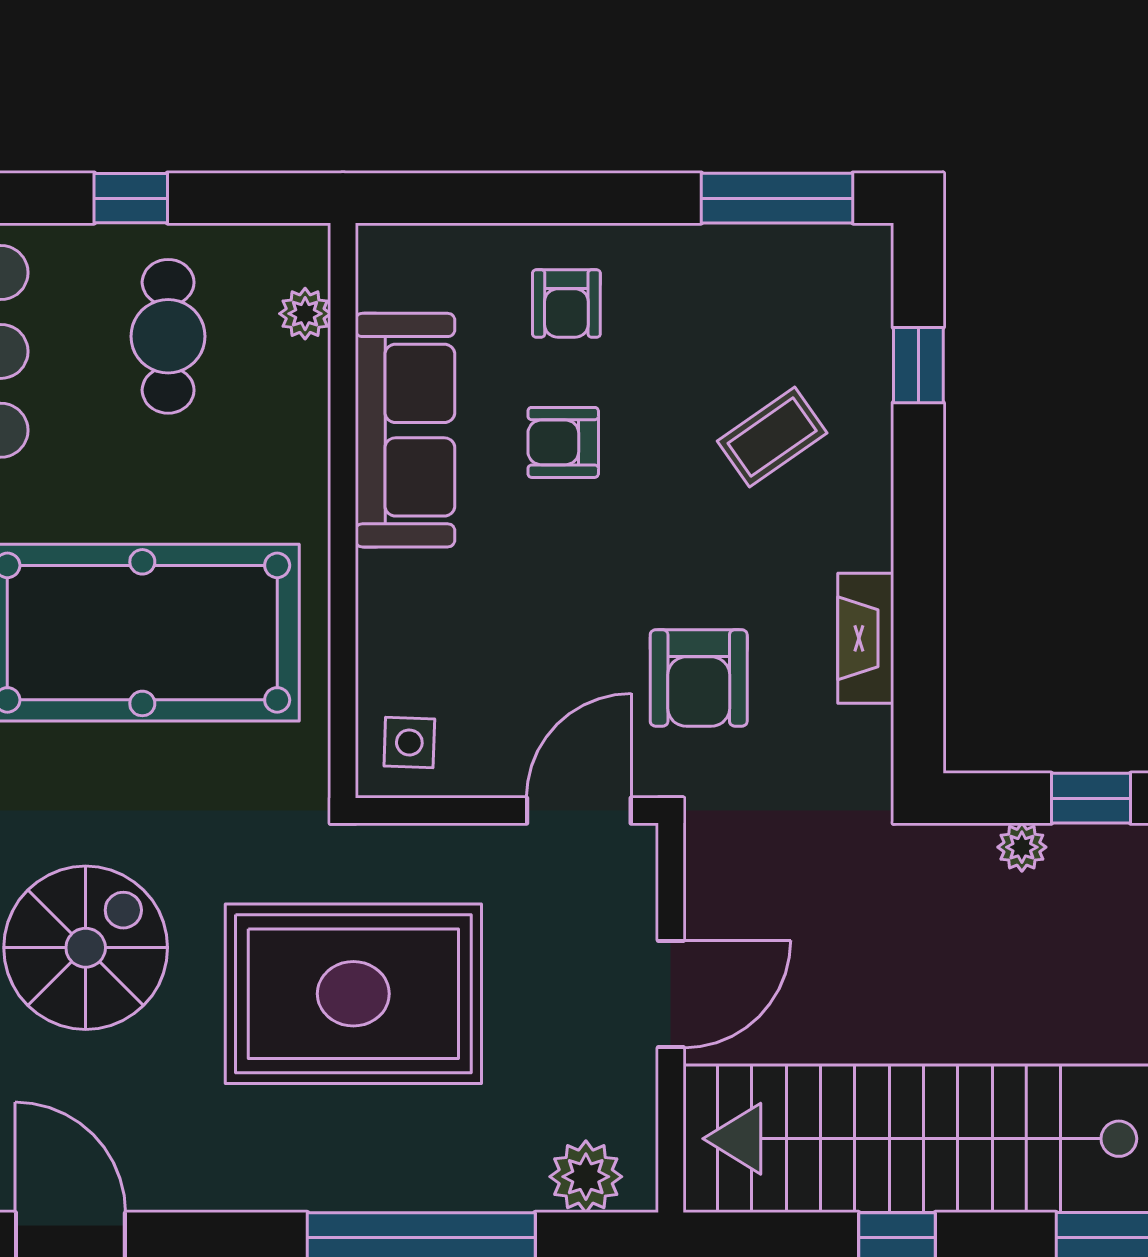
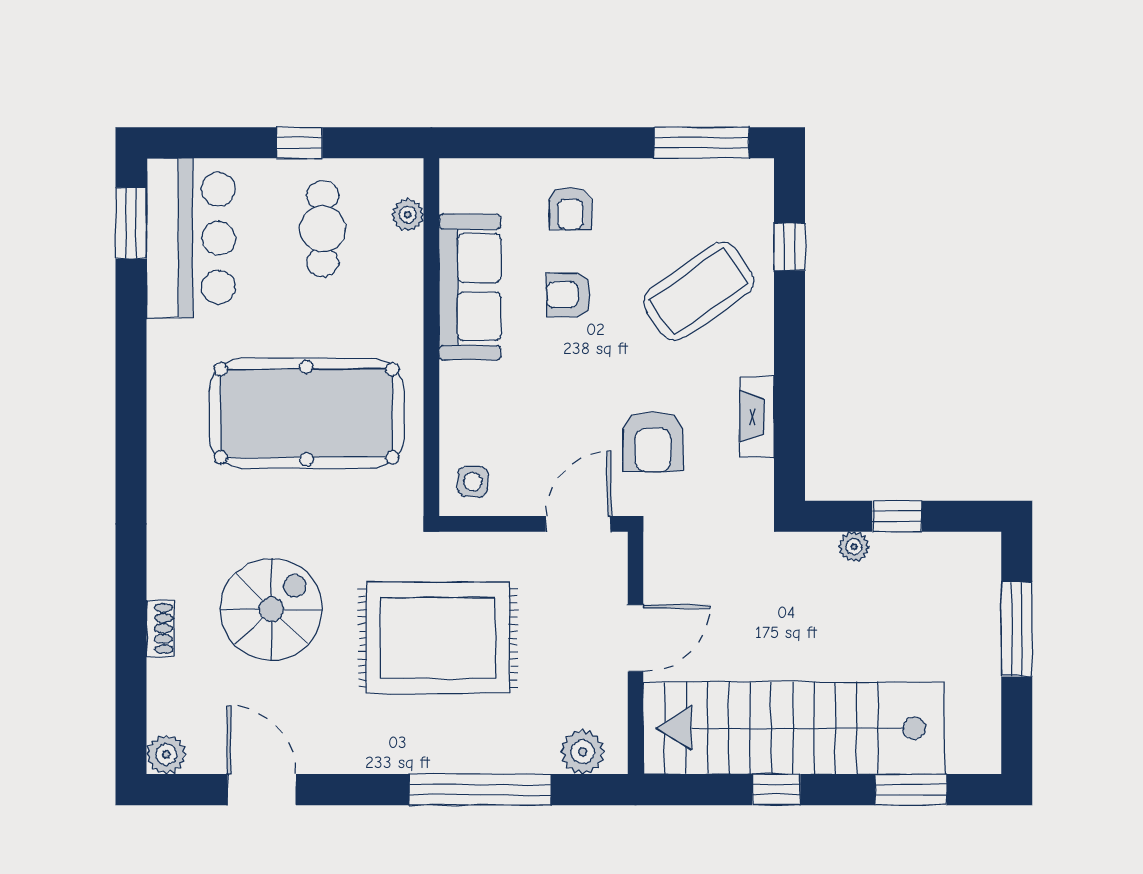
coffee table: (772, 437) -> (699, 291), width x1.86, depth x1.72

